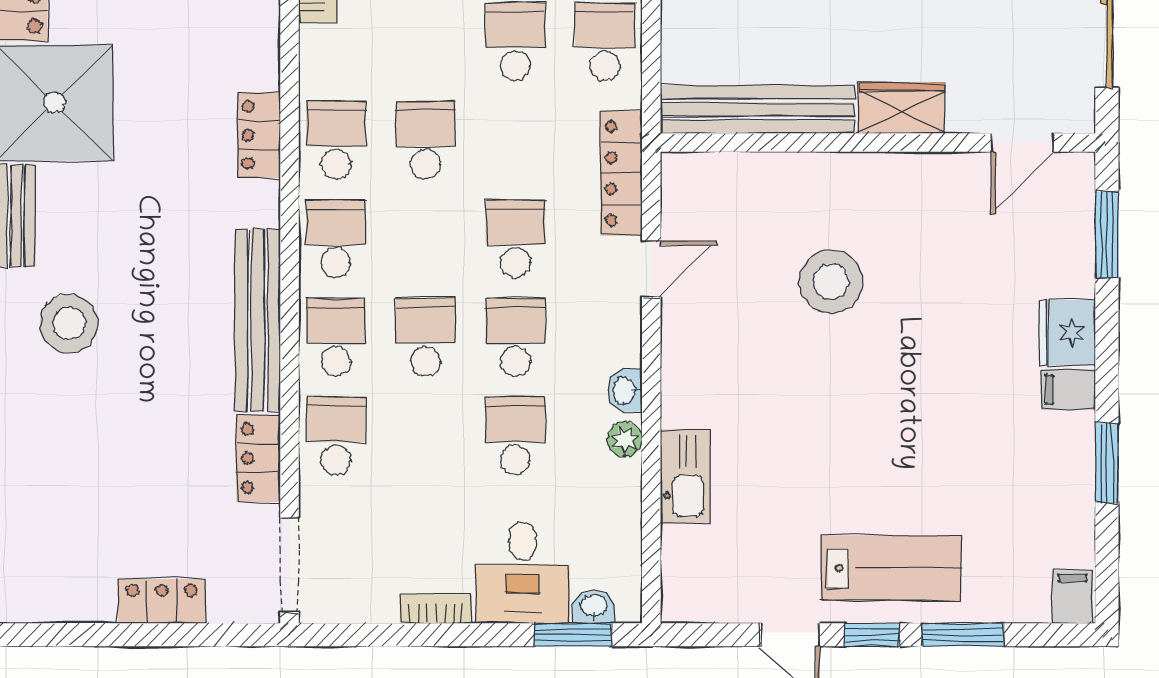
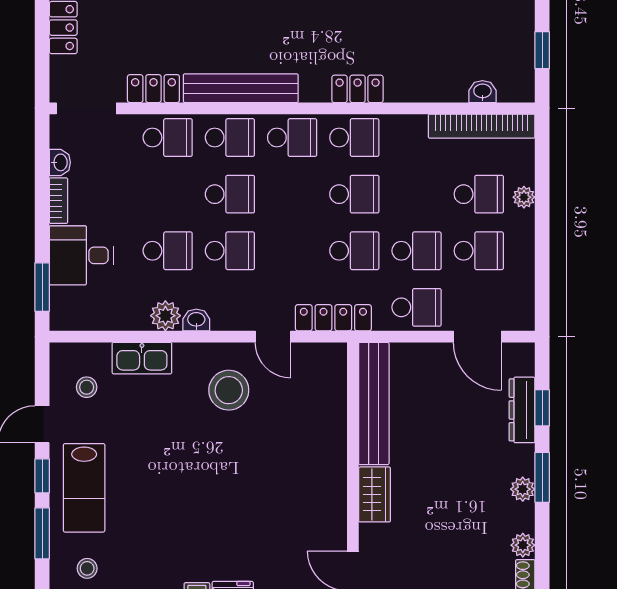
school desk: (515, 239) -> (354, 251), moved
stool: (831, 281) -> (229, 390), moved
plant: (625, 439) -> (165, 316), width x1.38, depth x1.38
stool: (1019, 563) -> (87, 568), added
stool: (731, 564) -> (87, 387), added
washbasin: (594, 607) -> (60, 162), moved

